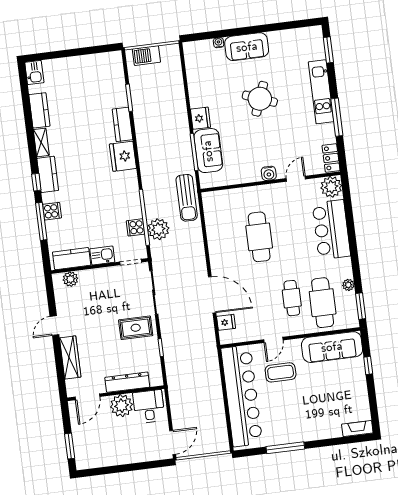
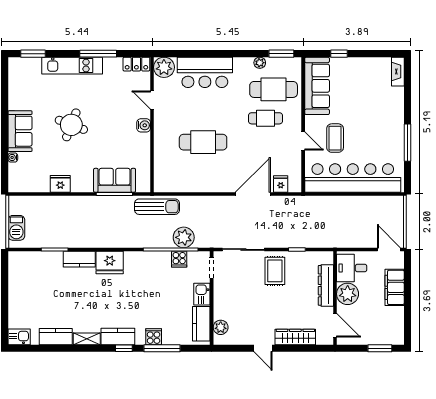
fridge: (201, 118) -> (60, 184), moved
filing cabinet: (134, 453) -> (395, 287), added

